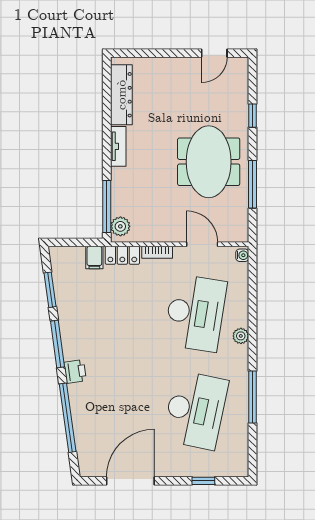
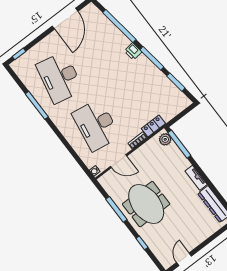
filing cabinet: (94, 258) -> (166, 114), removed
plant: (241, 336) -> (65, 131), removed
window: (203, 481) -> (19, 54), moved

